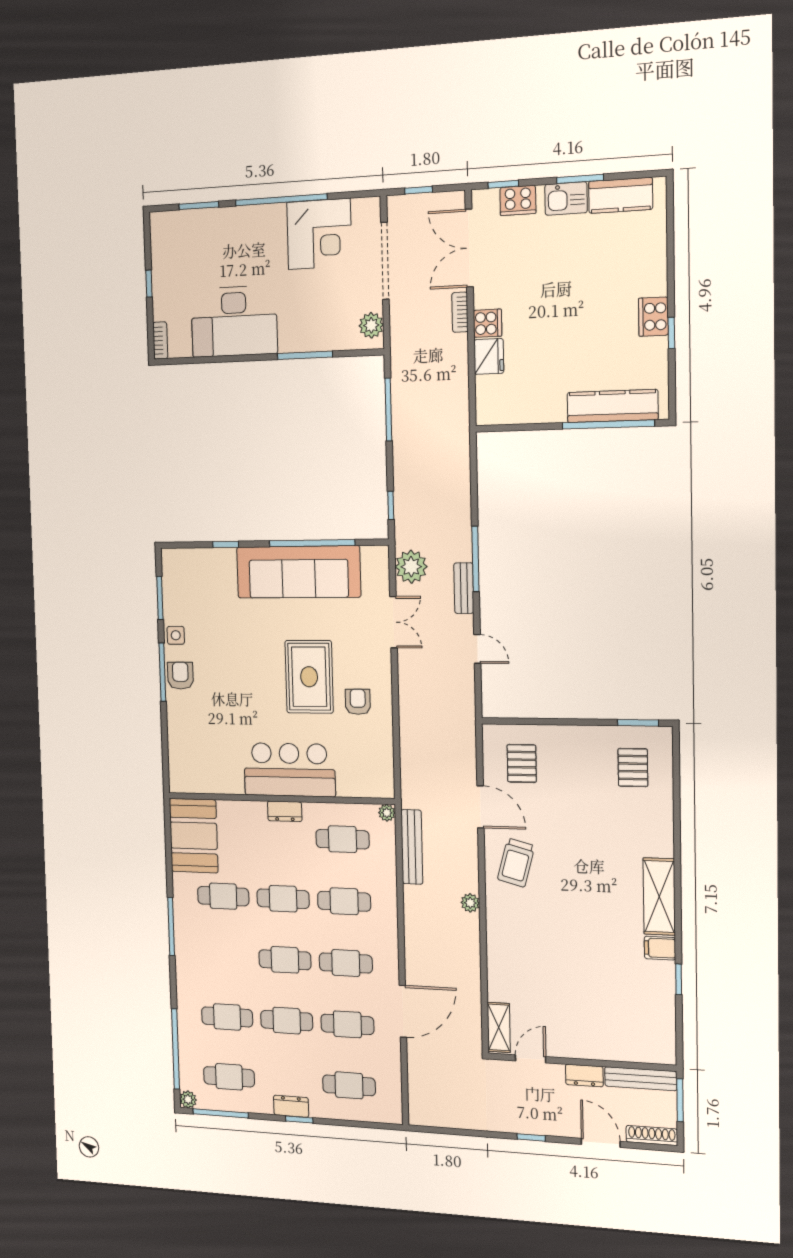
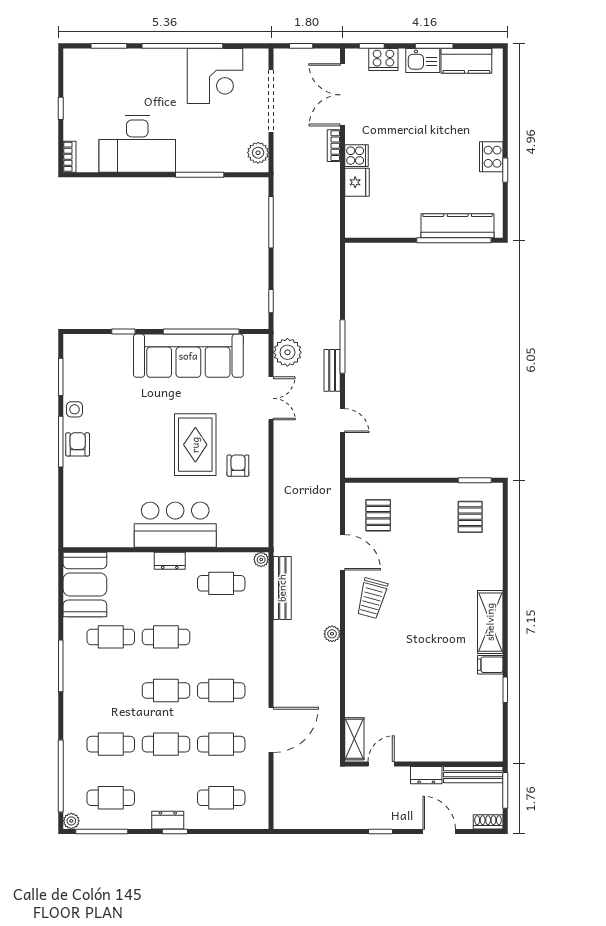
cafe table: (344, 901) -> (221, 637), removed
shoe rack: (652, 1135) -> (488, 822), width x0.70

